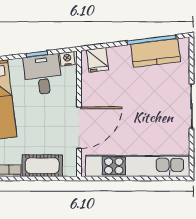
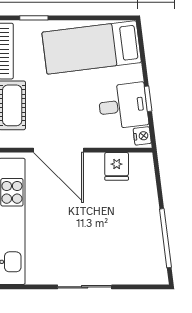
kitchen counter: (156, 53) -> (149, 243), removed
fridge: (97, 60) -> (117, 166), moved, turned -83

